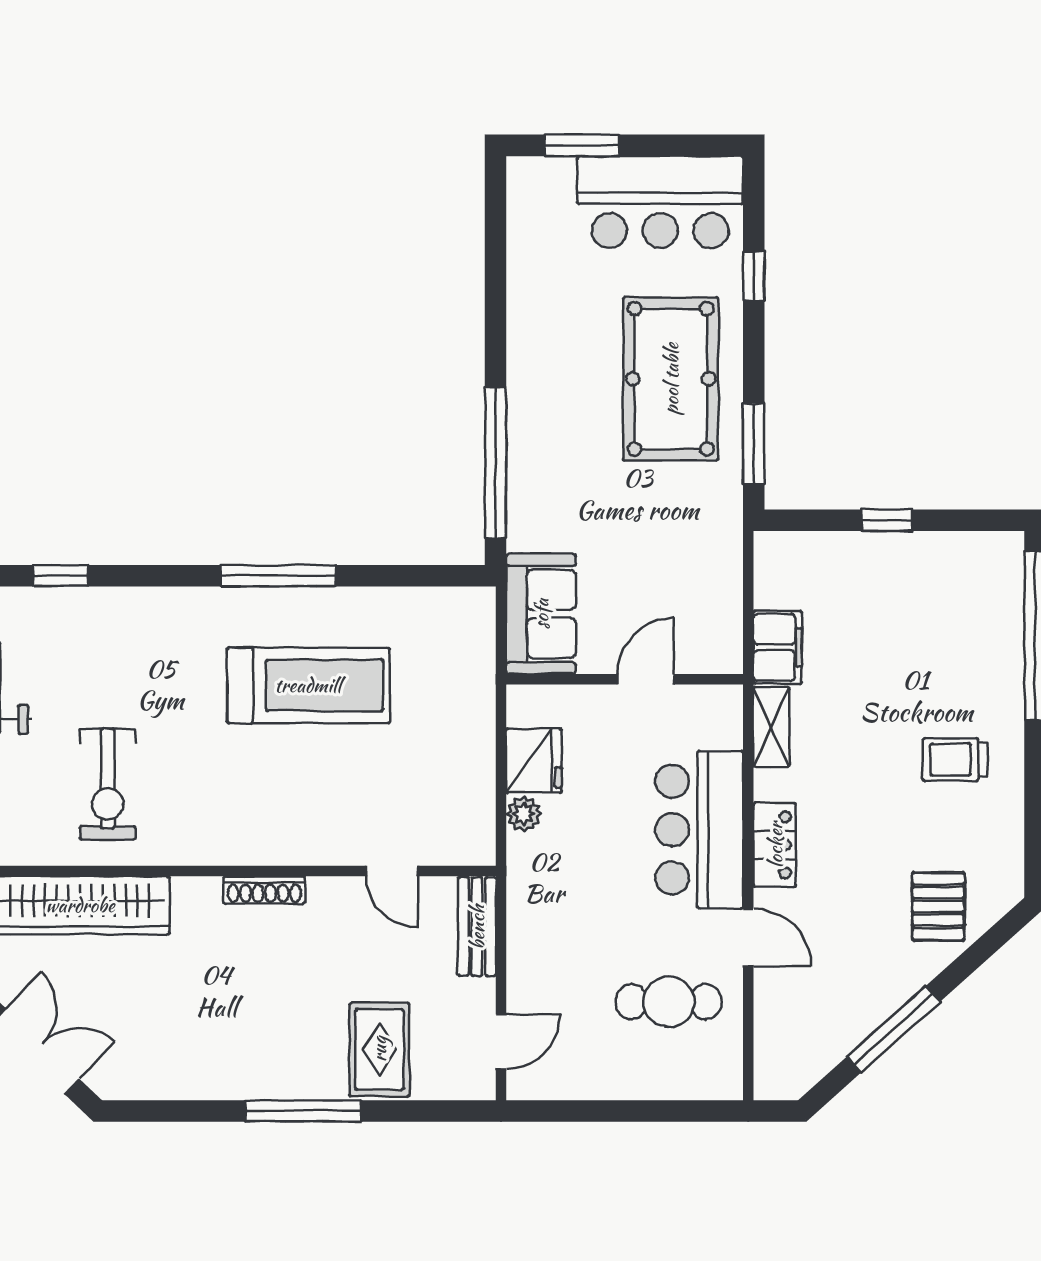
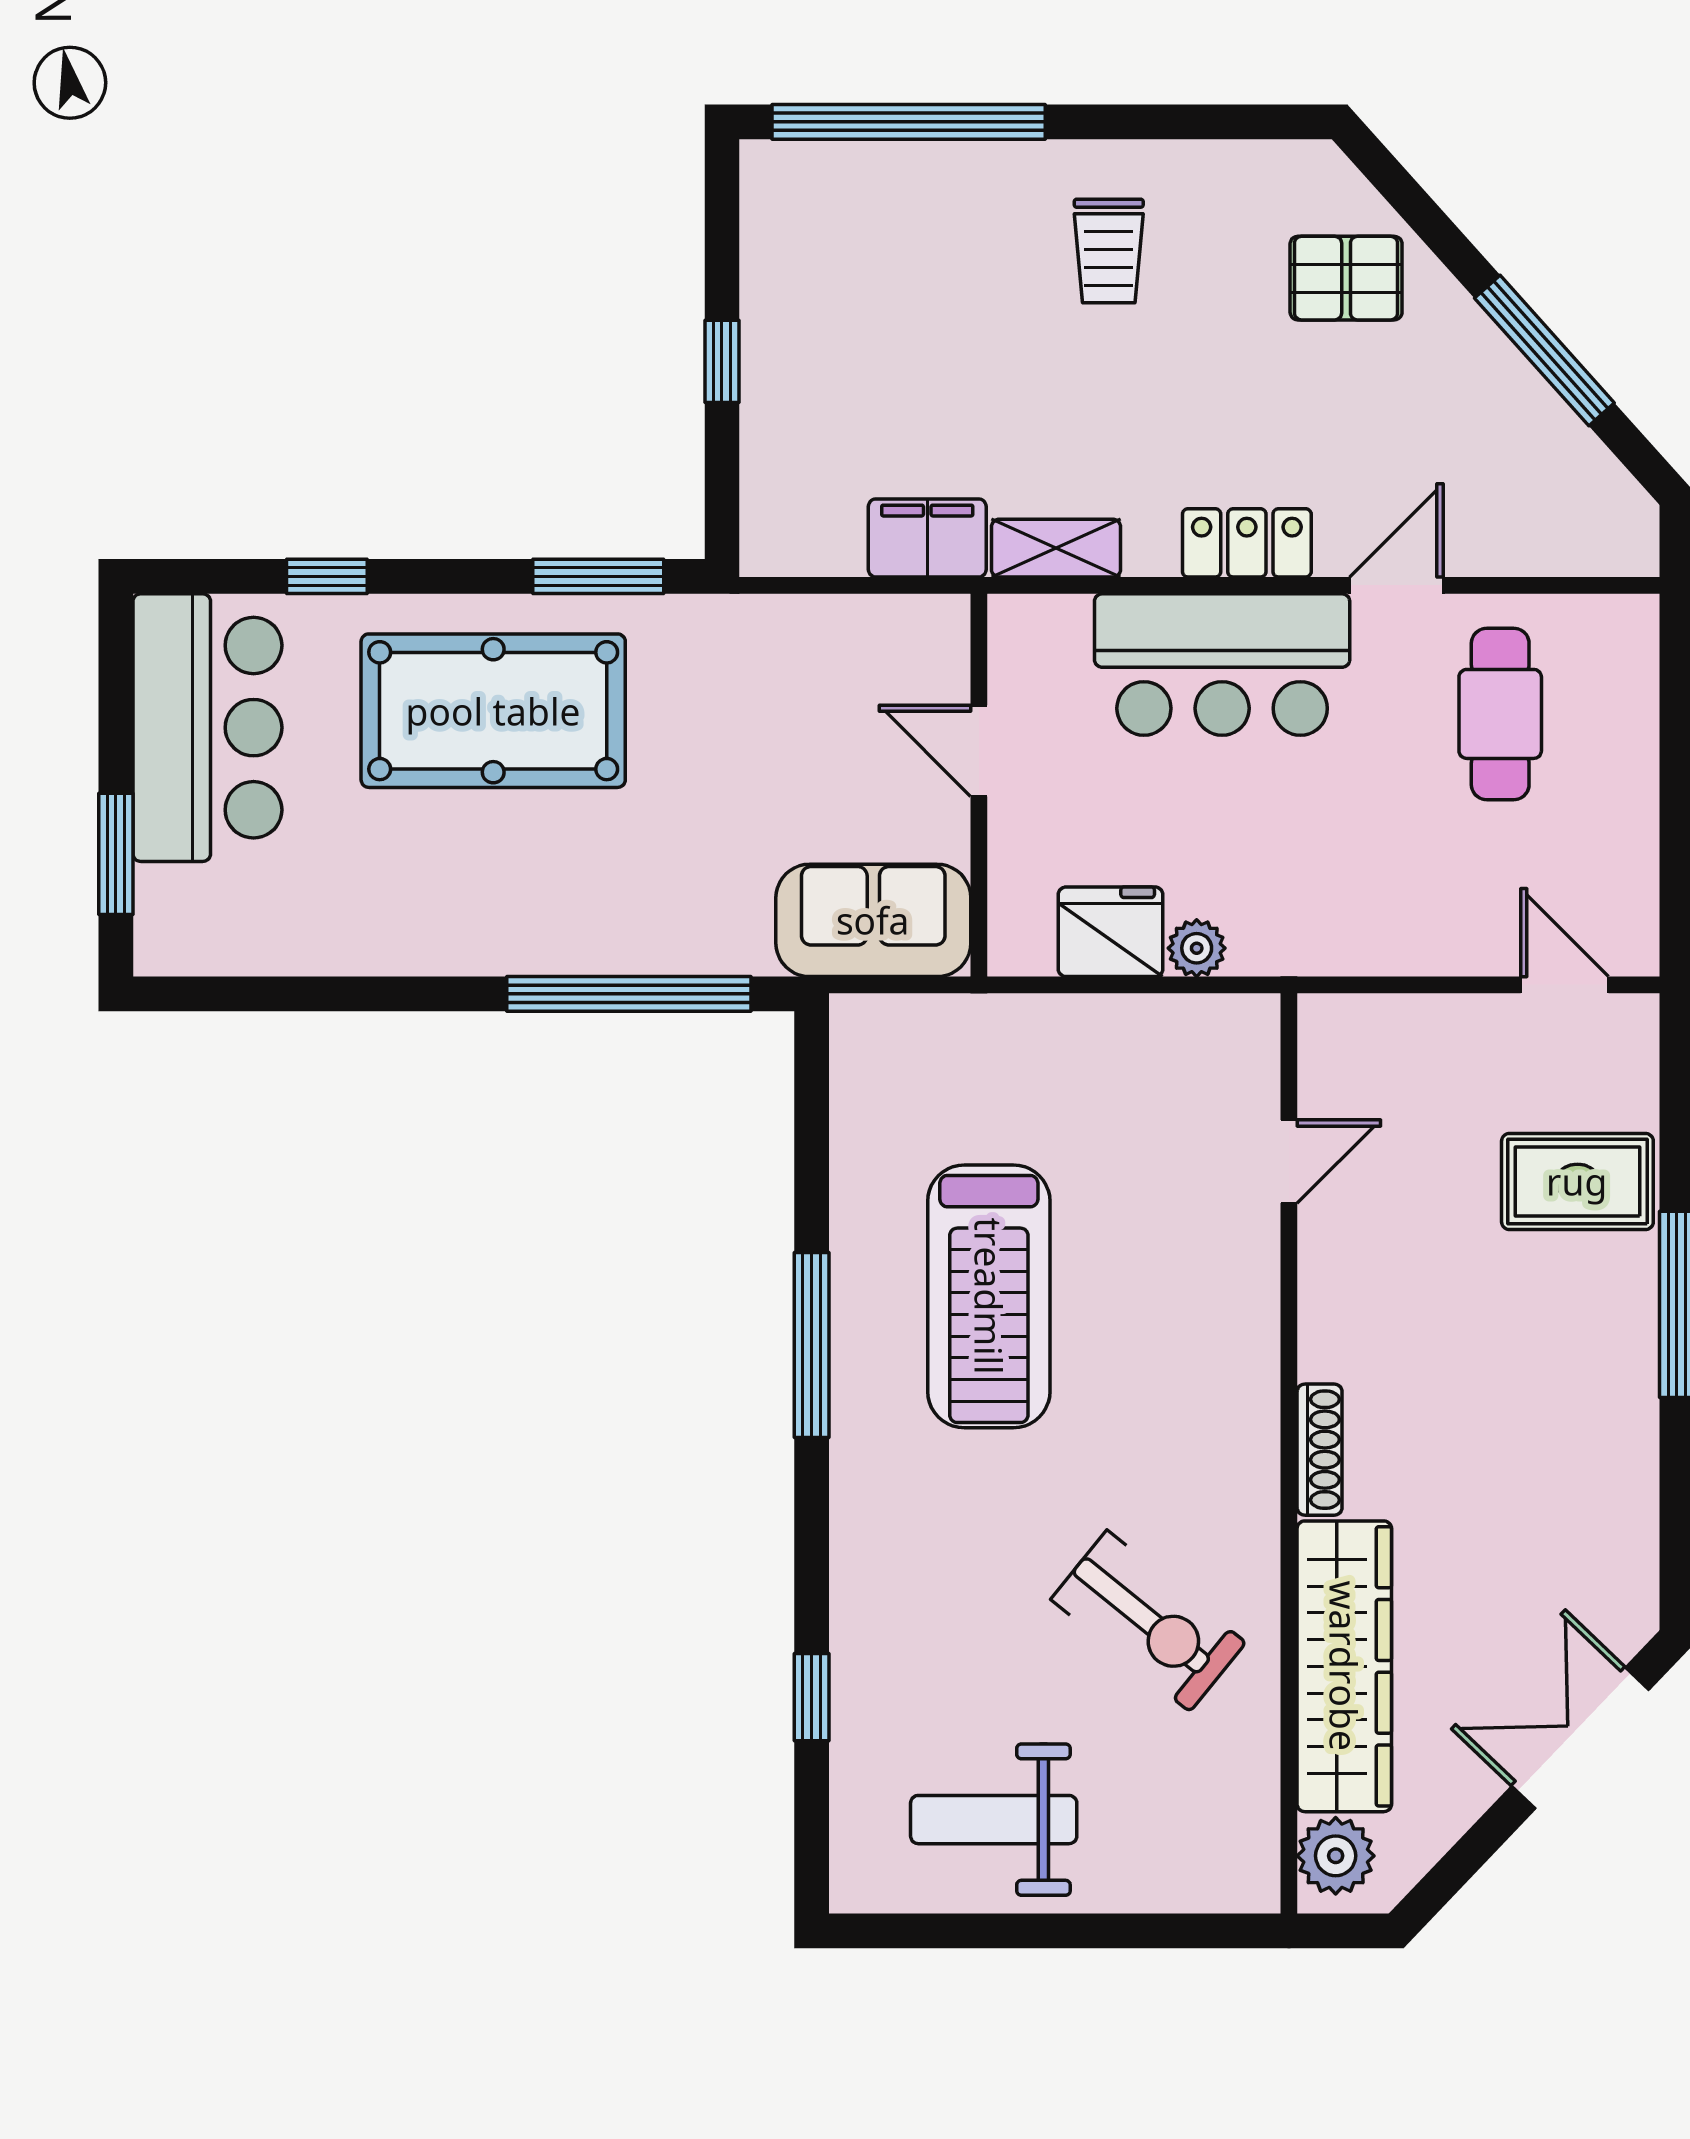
treadmill: (308, 685) -> (989, 1296), turned 180
exercise bike: (108, 784) -> (1148, 1621), turned 39
shoe rack: (264, 890) -> (1320, 1450), moved
bench: (477, 927) -> (1379, 1024), removed

